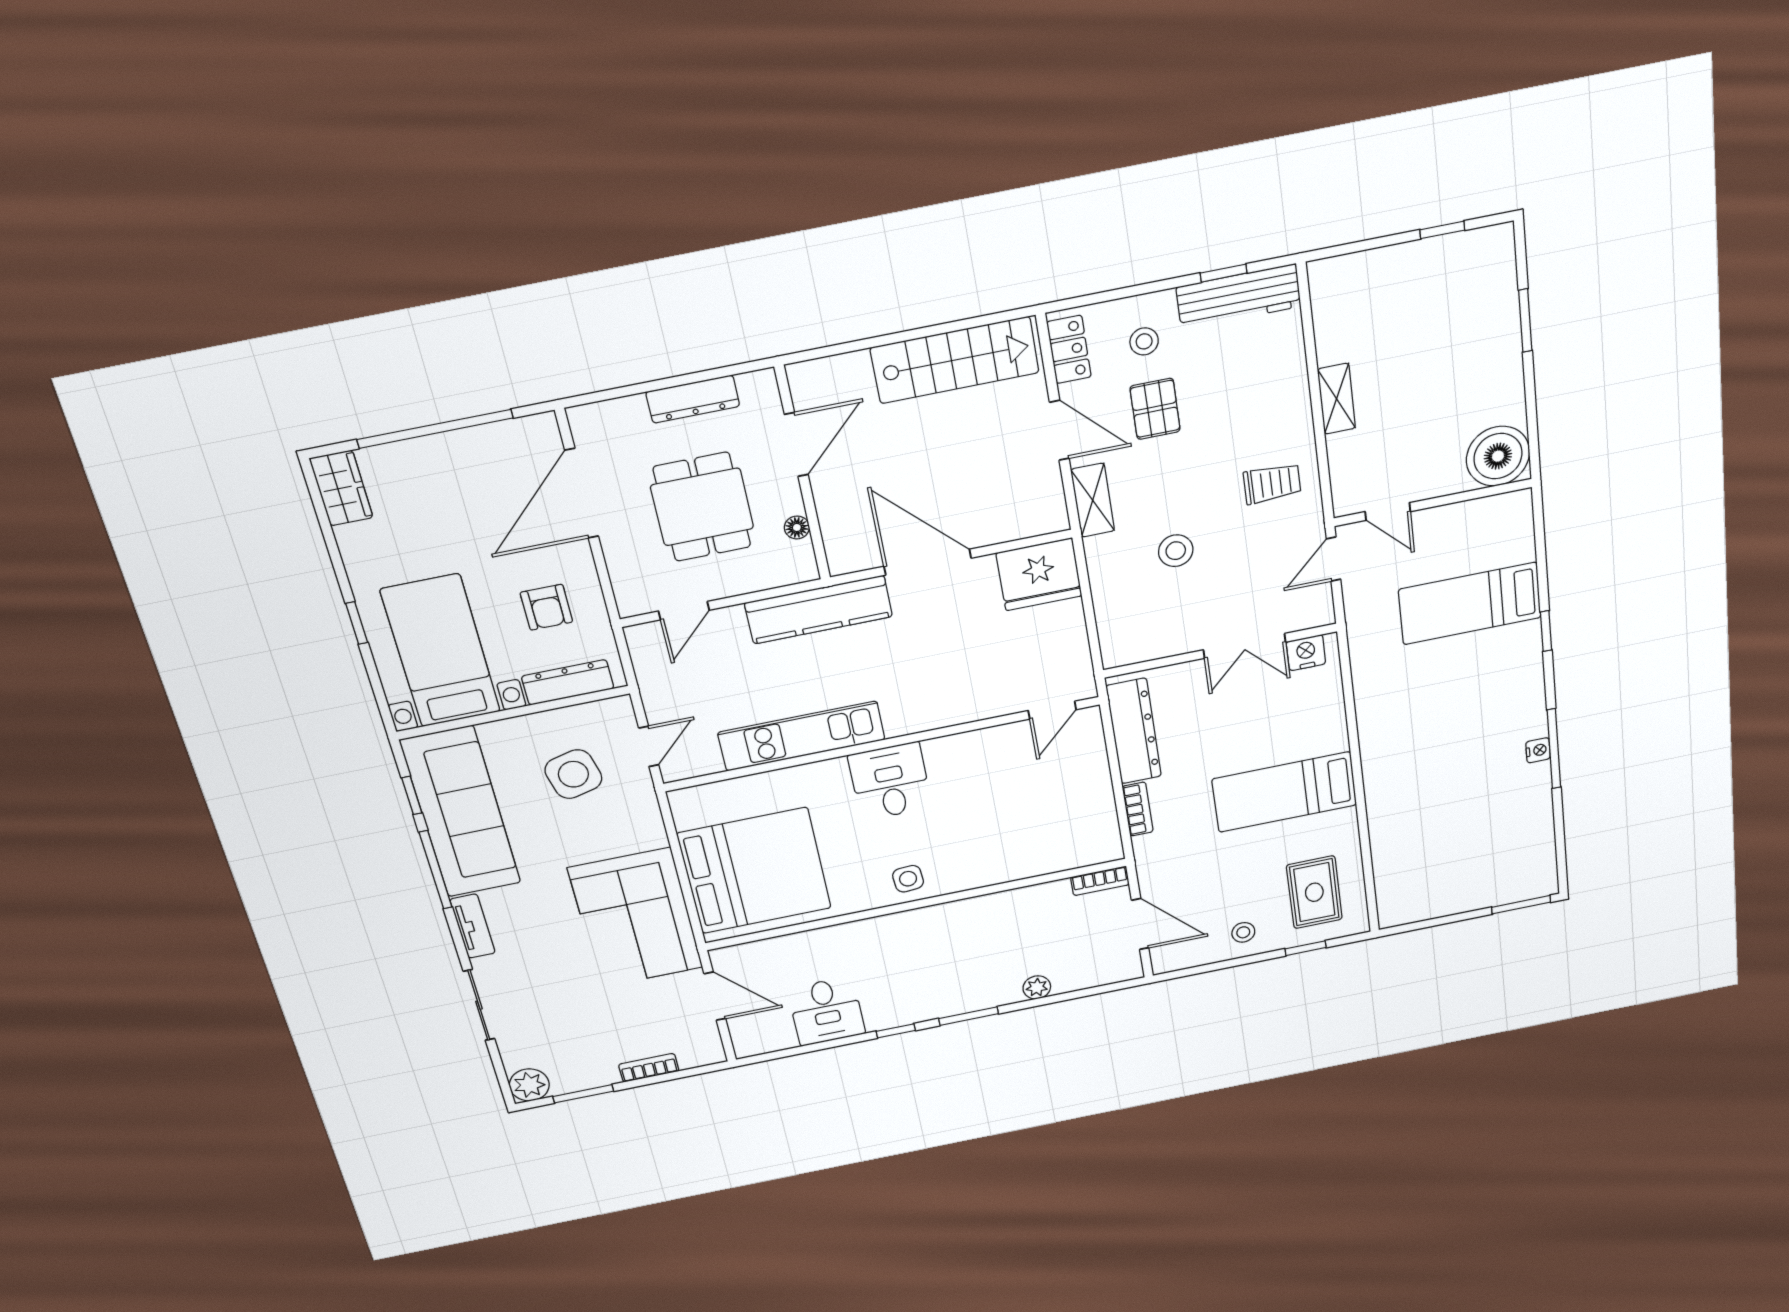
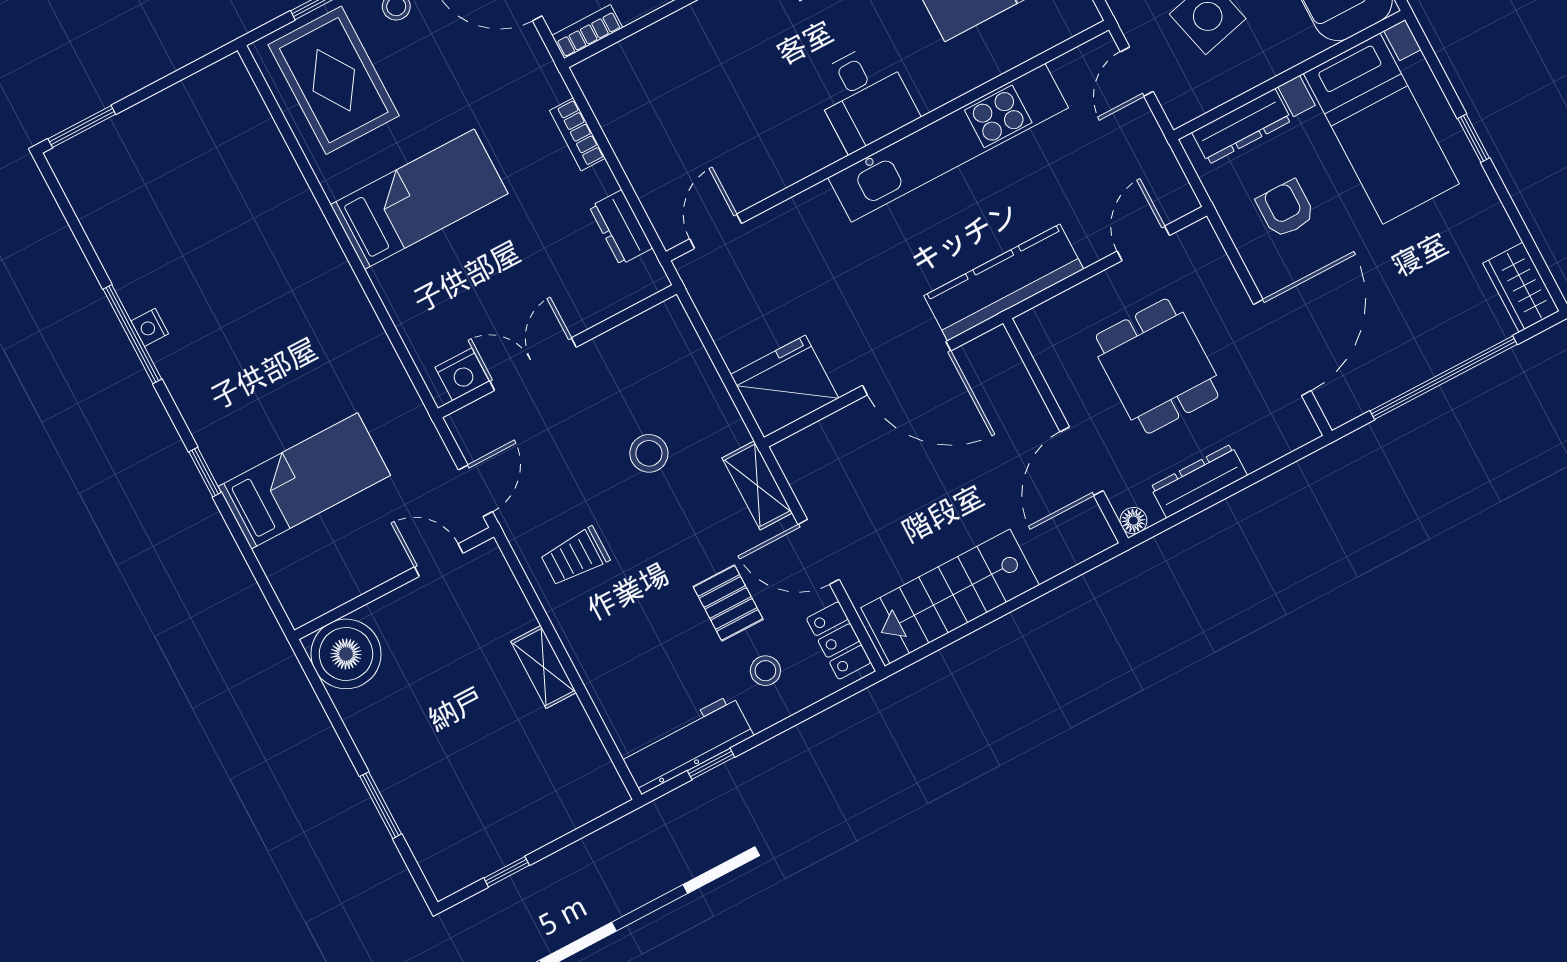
floor lamp: (797, 527) -> (1133, 521), moved
dresser: (1134, 731) -> (621, 227), width x0.51, depth x0.80
kitchen unit: (802, 736) -> (948, 143), width x1.36
rug: (1314, 892) -> (334, 80), width x1.36, depth x1.43

